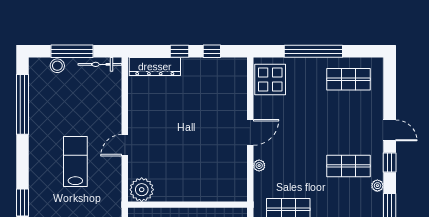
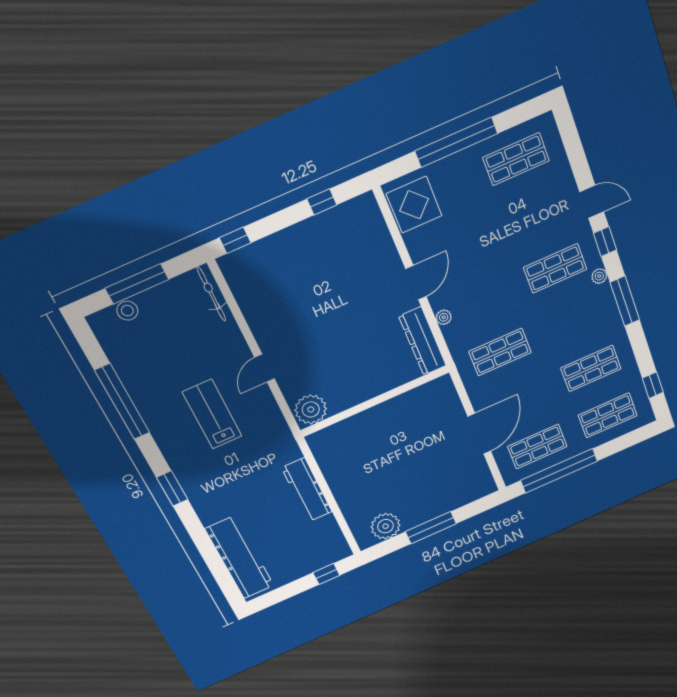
window: (179, 51) -> (235, 240), moved
bicycle: (100, 64) -> (211, 294), moved, turned 90
dresser: (155, 67) -> (423, 341), moved, turned 90
window: (23, 104) -> (122, 402), moved

